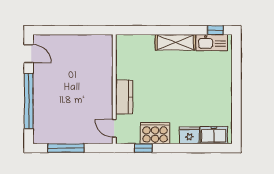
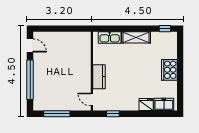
kitchen sink: (212, 43) -> (110, 38), moved
cooker: (155, 133) -> (169, 70), moved, turned -90

